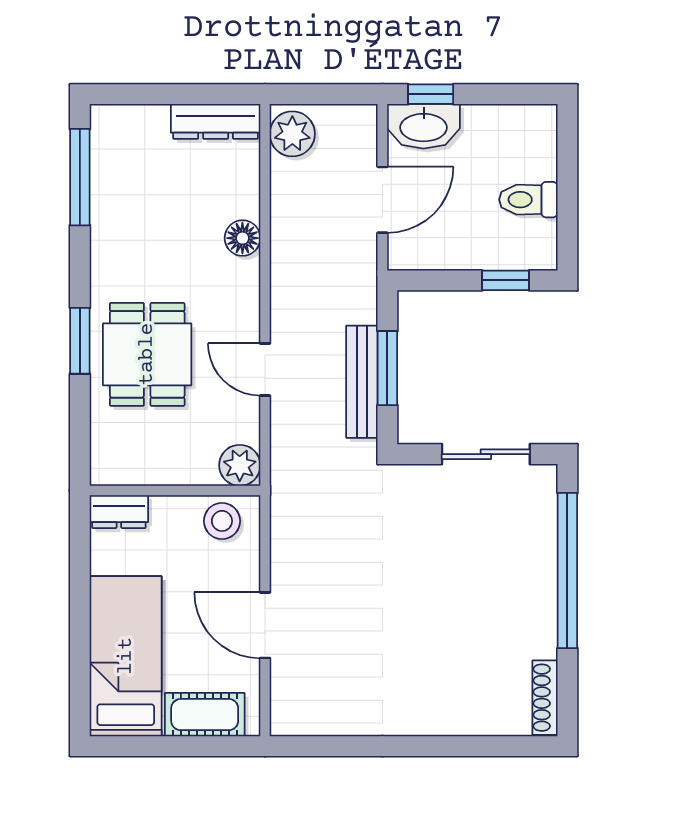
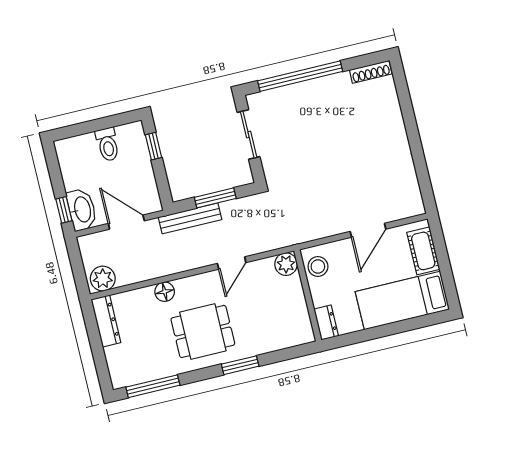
dining table: (147, 354) -> (203, 332), moved
bench: (362, 382) -> (190, 218), moved

